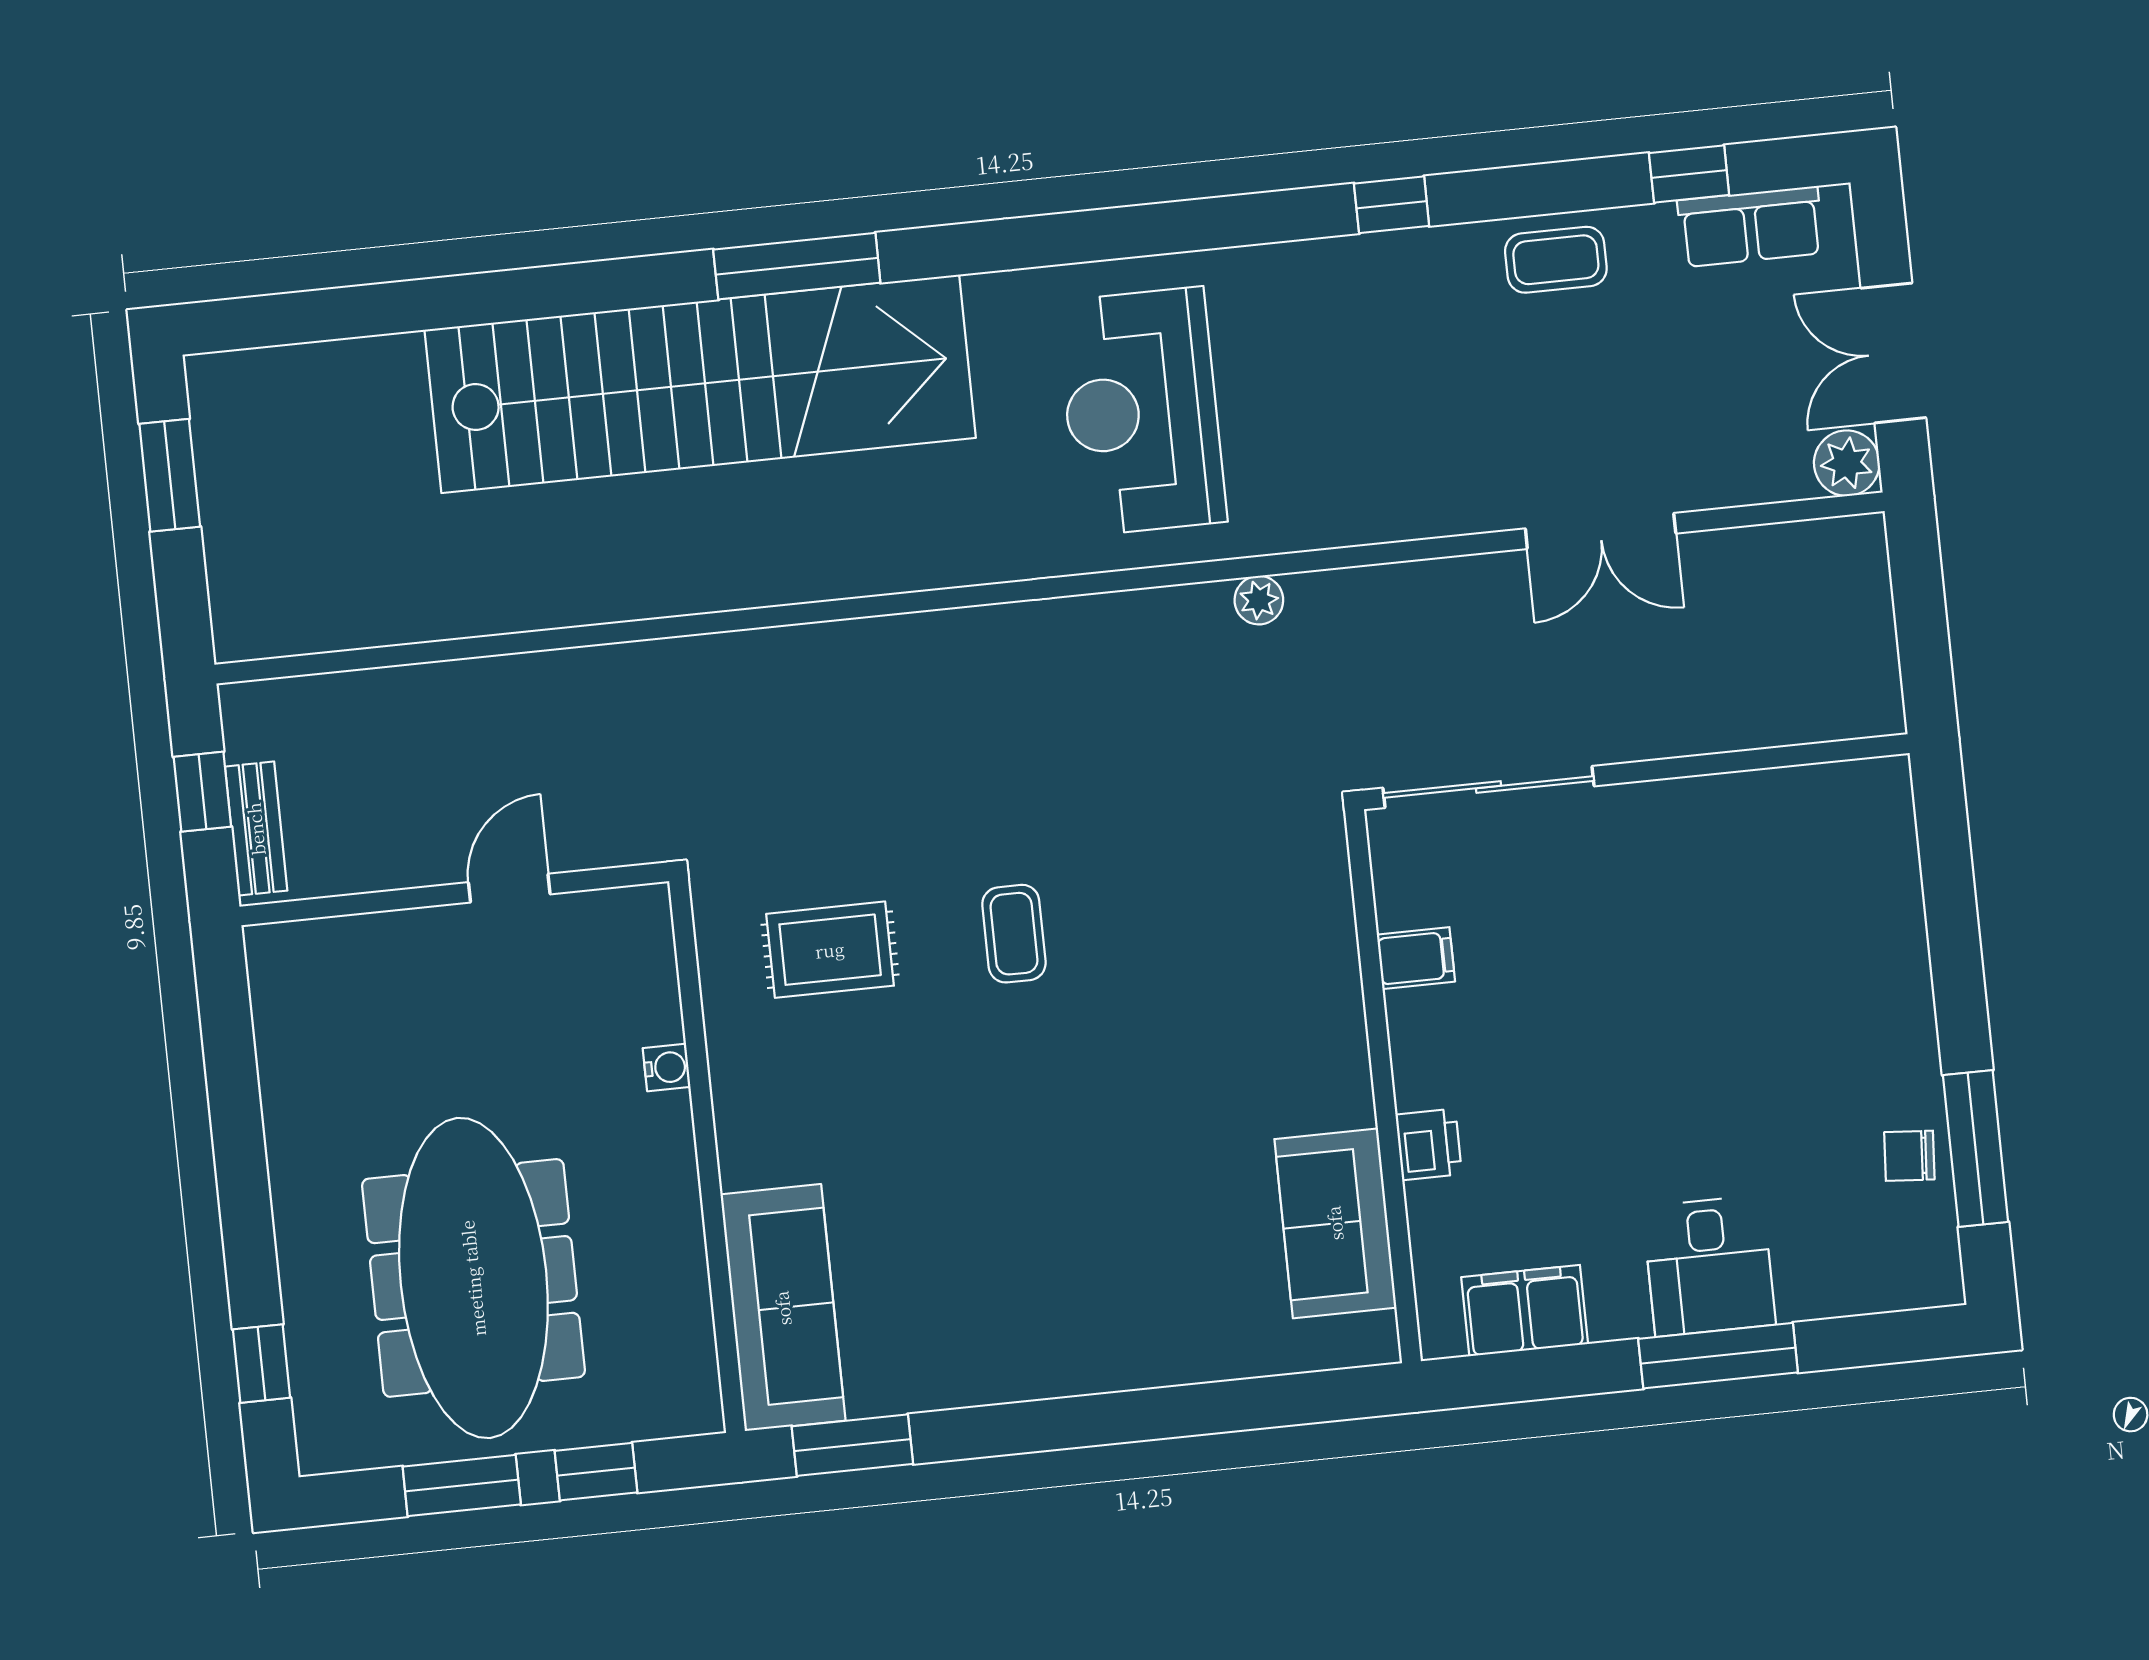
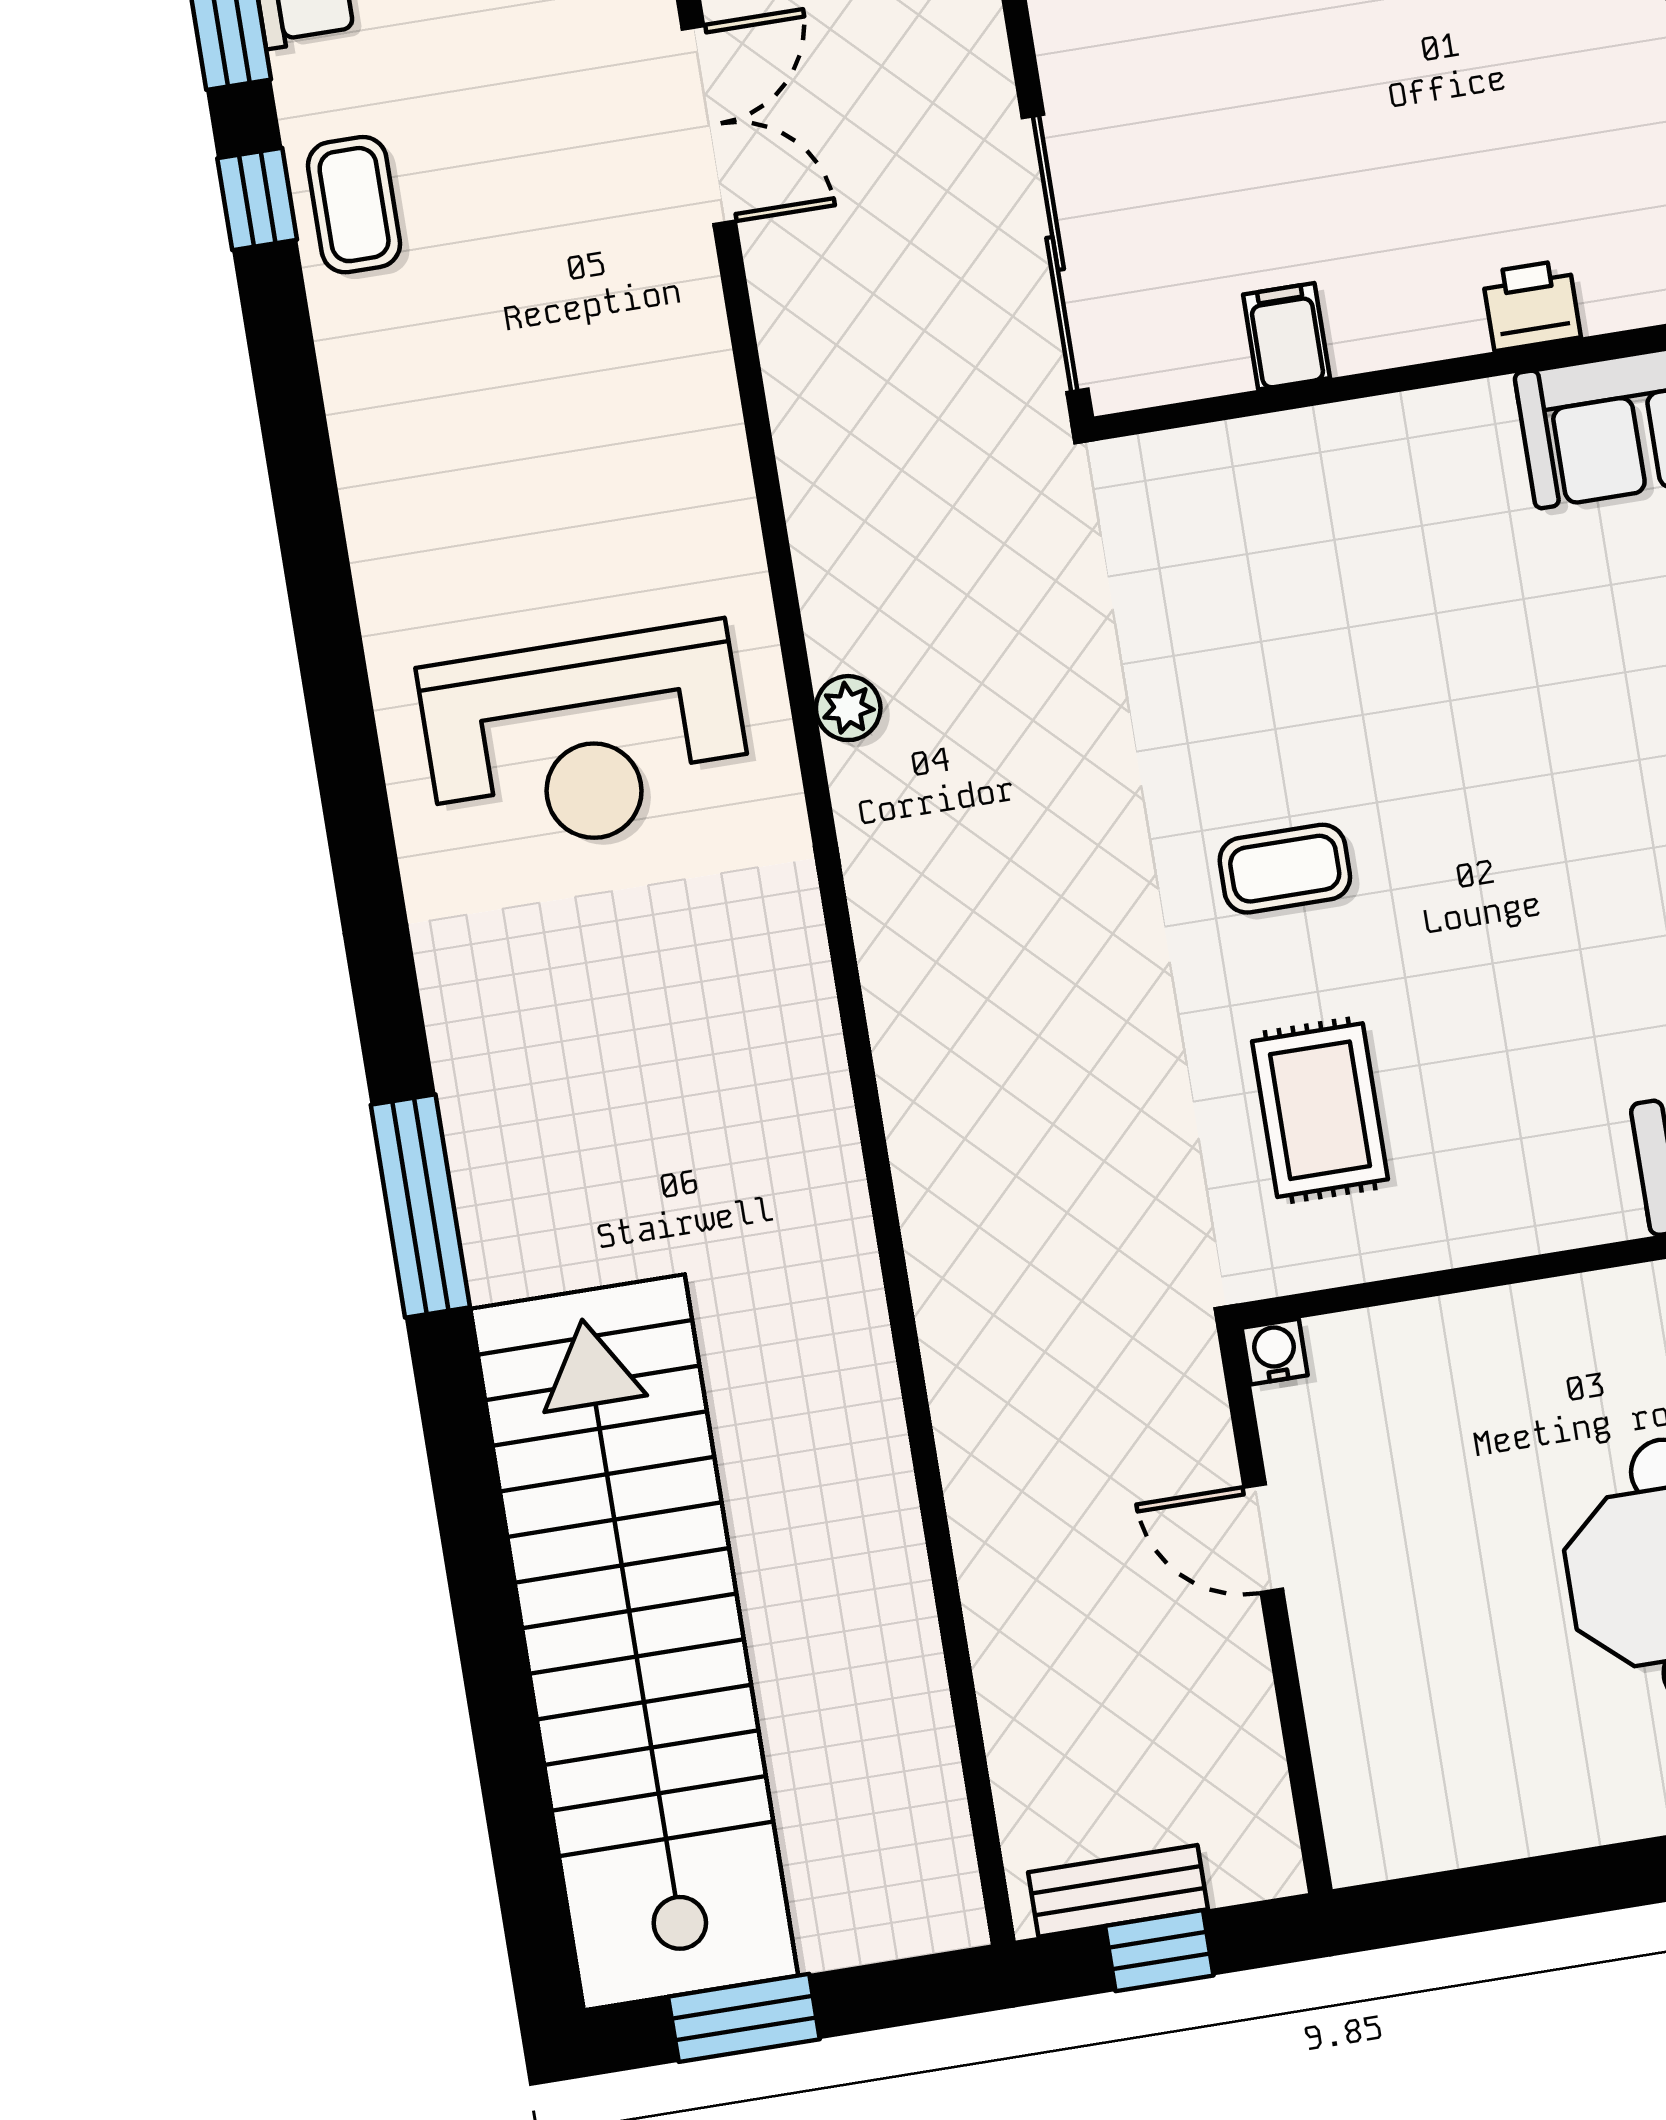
window: (1392, 205) -> (257, 199), moved
stairs: (700, 384) -> (634, 1642), moved
plant: (1259, 600) -> (848, 708), moved
bench: (256, 829) -> (1118, 1891), moved
water cooler: (667, 1067) -> (1275, 1352), moved

